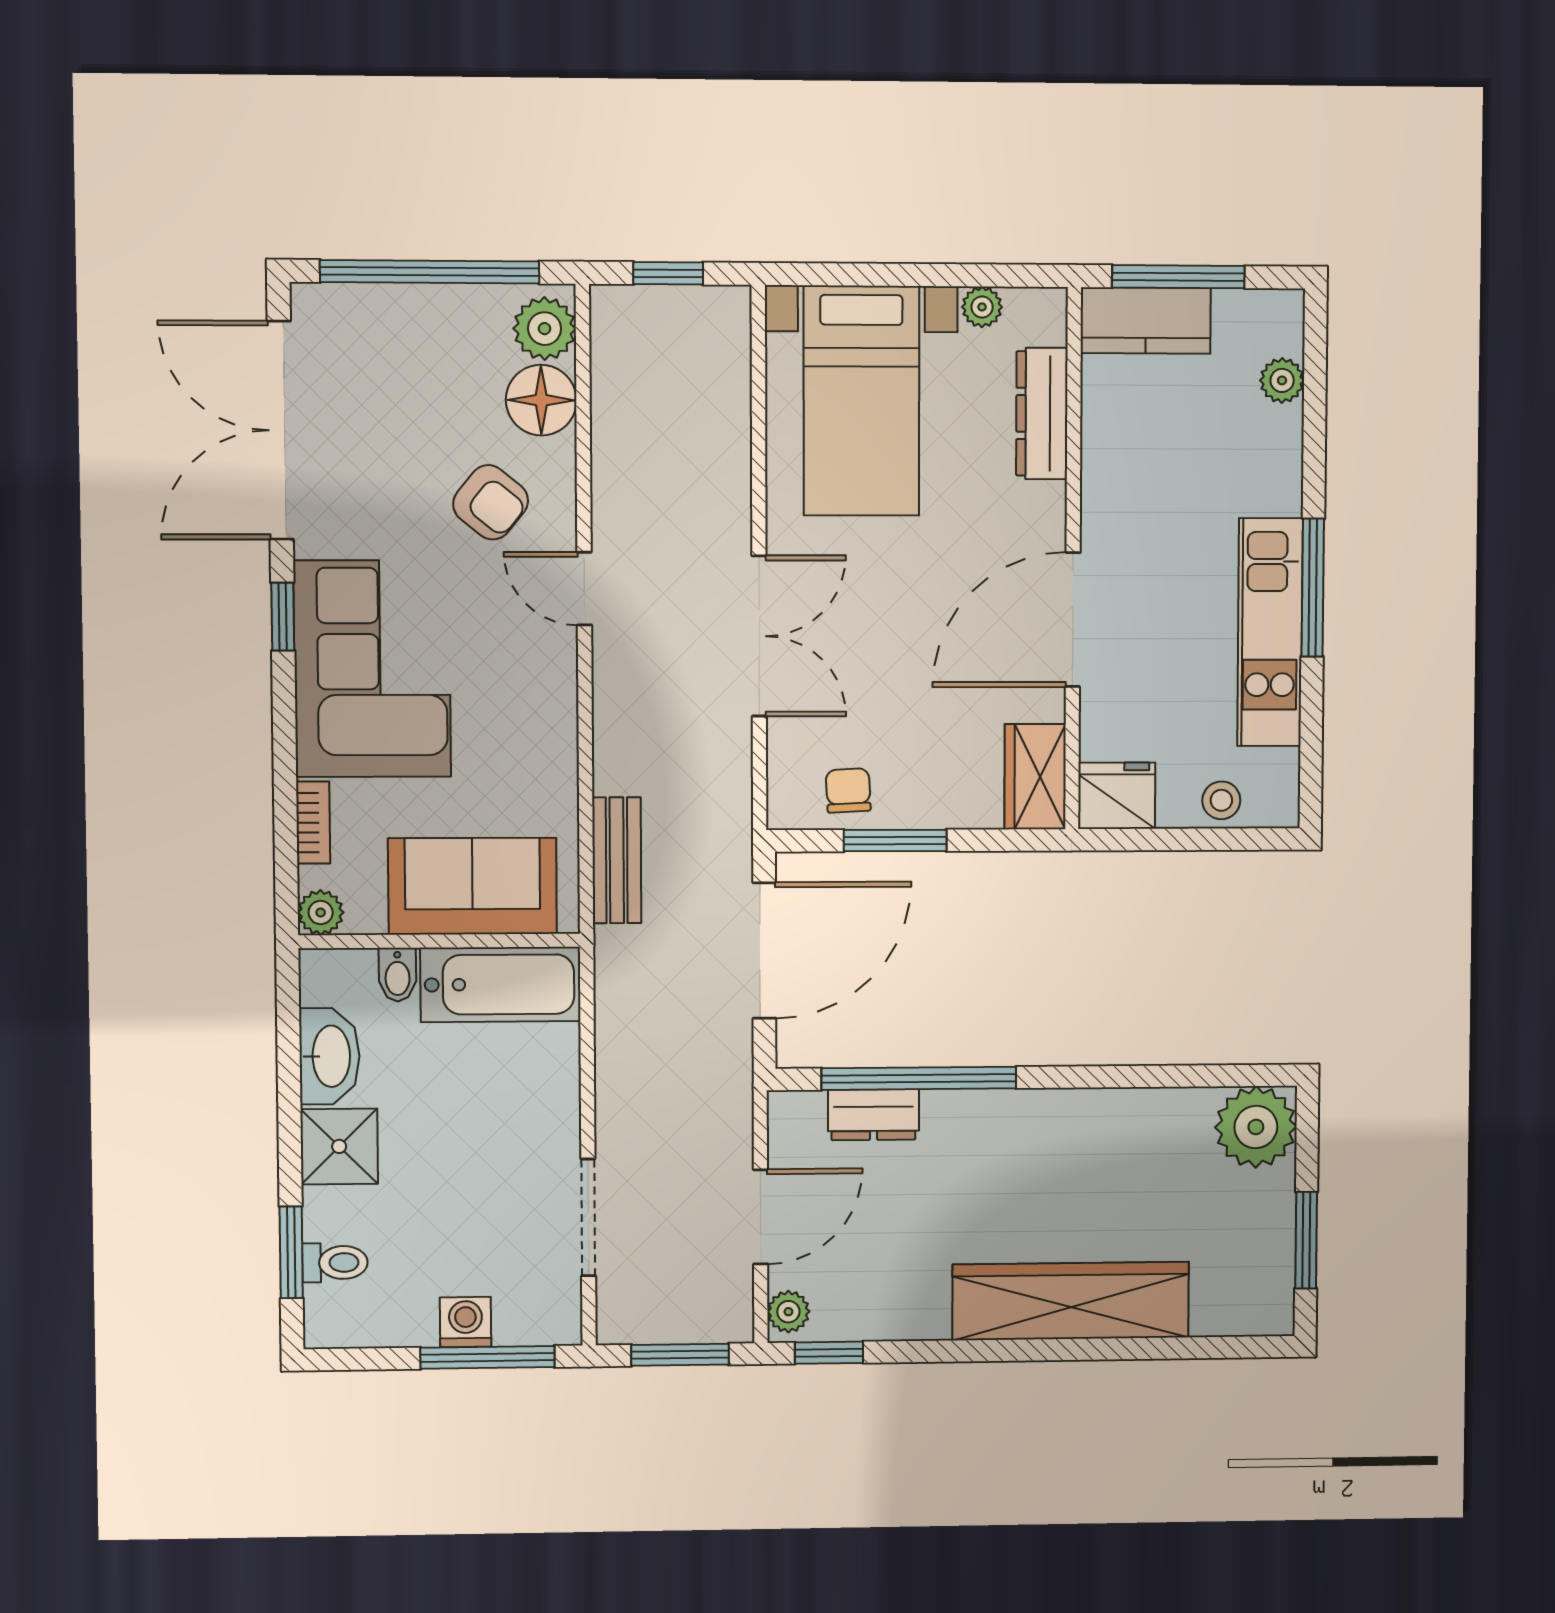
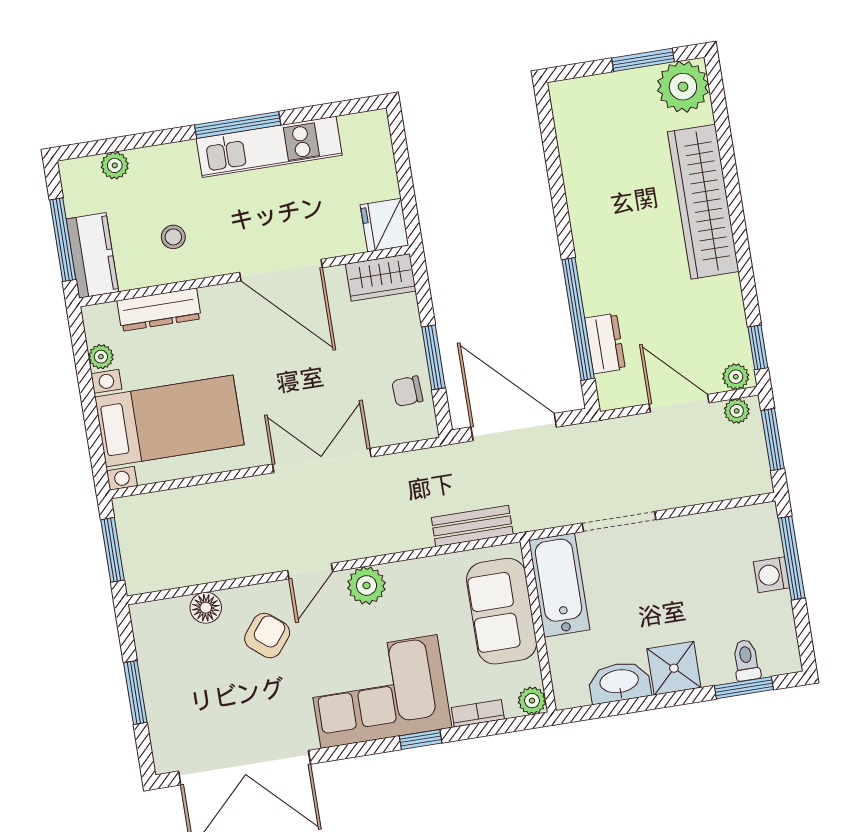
window: (430, 272) -> (135, 693), width x0.47
window: (668, 273) -> (112, 550), width x1.50
plant: (545, 329) -> (366, 585), moved
floor lamp: (541, 400) -> (206, 608), width x0.73, depth x0.73
window: (283, 617) -> (421, 739), moved
stool: (1221, 800) -> (173, 237), moved
bidet: (397, 975) -> (563, 649), removed
plant: (1256, 1127) -> (683, 87), moved
doorway: (588, 1218) -> (619, 522), moved
plant: (734, 1305) -> (737, 411), added

